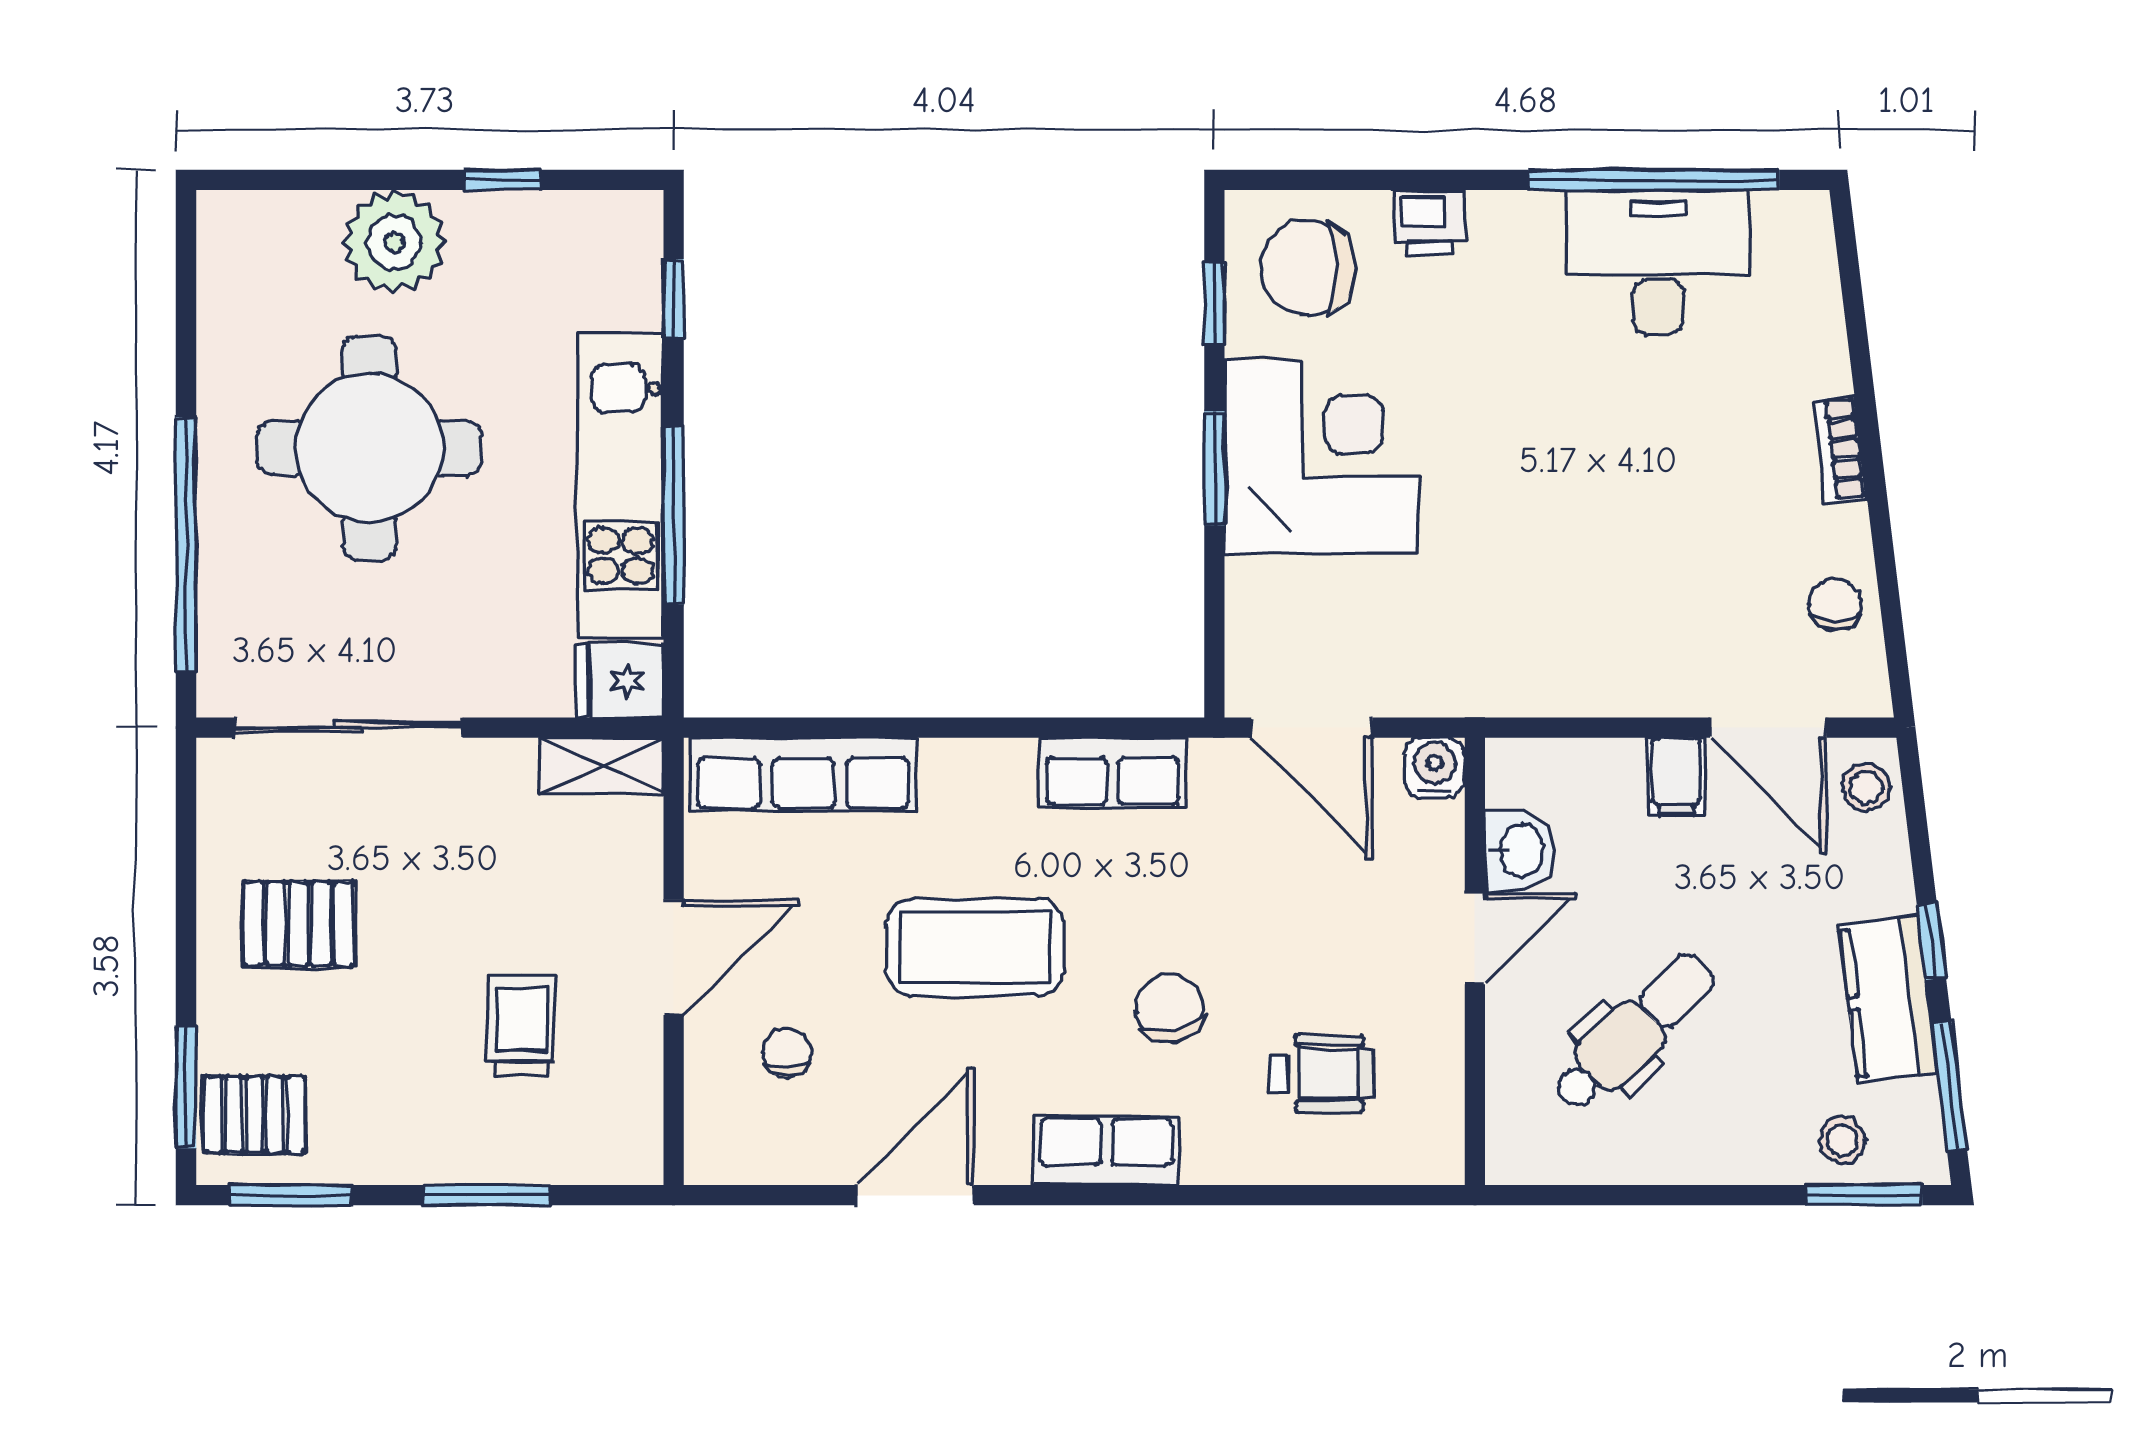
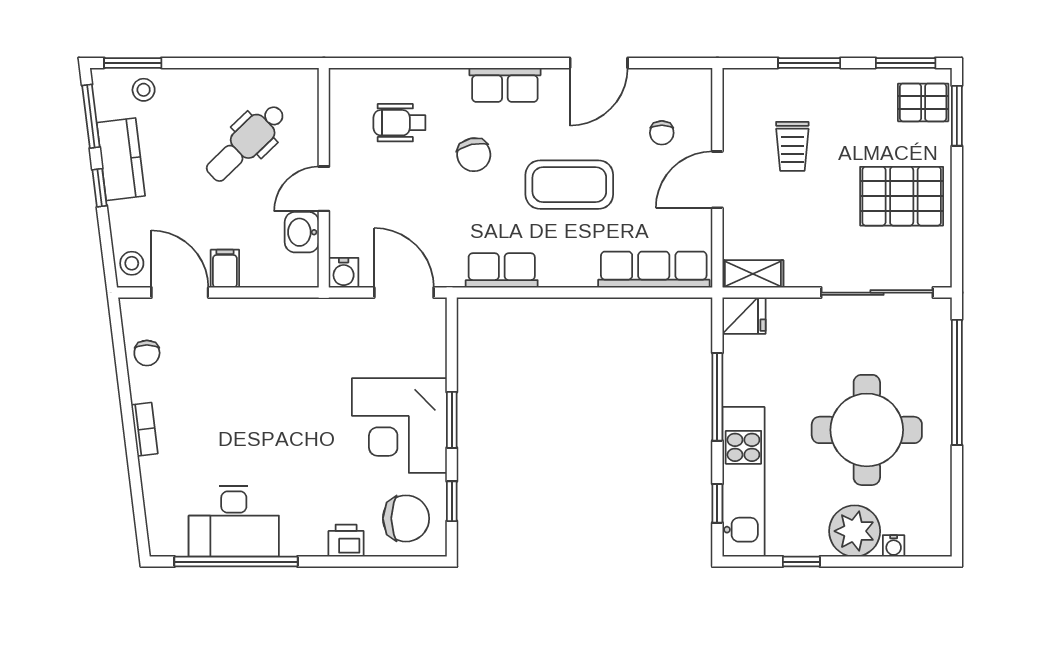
water cooler: (315, 212) -> (894, 546), added
kitchen unit: (621, 486) -> (743, 482), moved
pallet: (298, 924) -> (902, 196), width x1.50, depth x1.42

